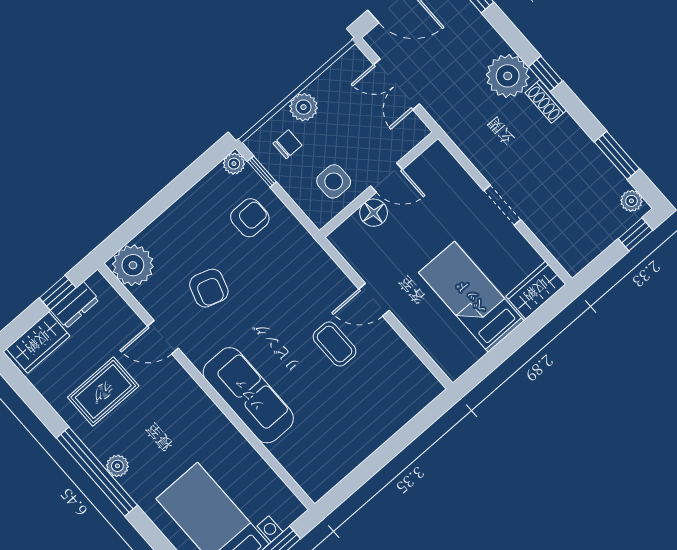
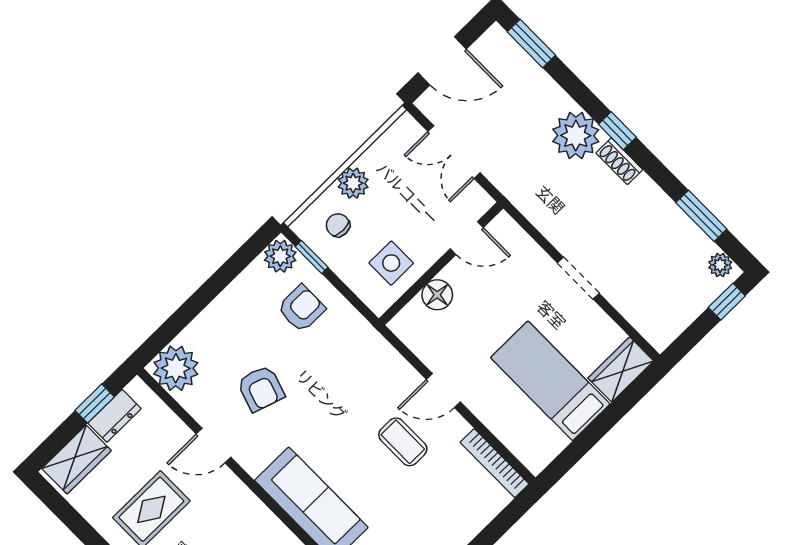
chair: (287, 144) -> (338, 225), turned -90
plant: (234, 164) -> (280, 256), width x1.38, depth x1.38
door: (386, 178) -> (467, 238), moved
bookcase: (416, 368) -> (494, 463), added

